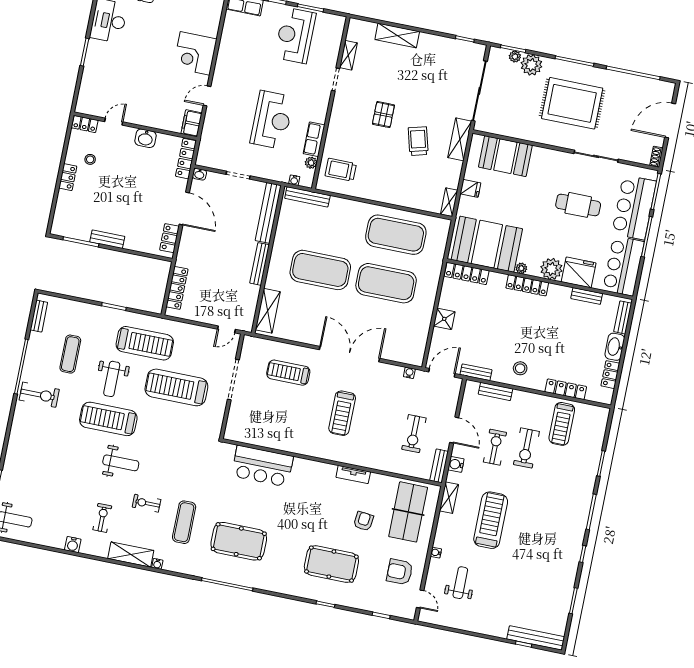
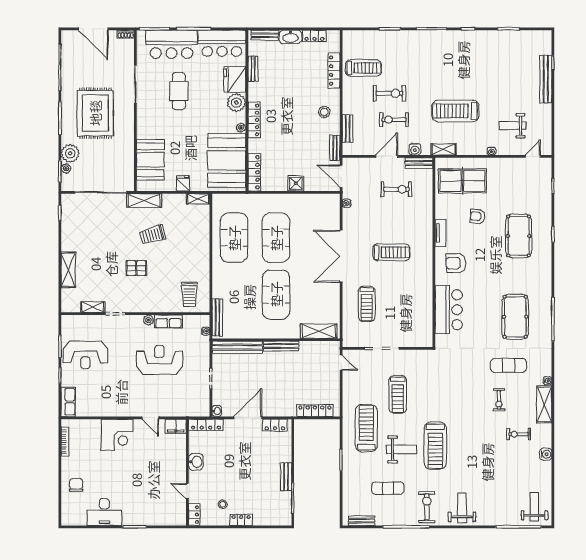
plant: (311, 163) -> (148, 320), moved
treadmill: (176, 387) -> (398, 394), width x0.73, depth x0.73
weight bench: (121, 463) -> (462, 508), moved
armchair: (400, 572) -> (456, 263), moved, turned 90
bench: (536, 638) -> (546, 79), moved

